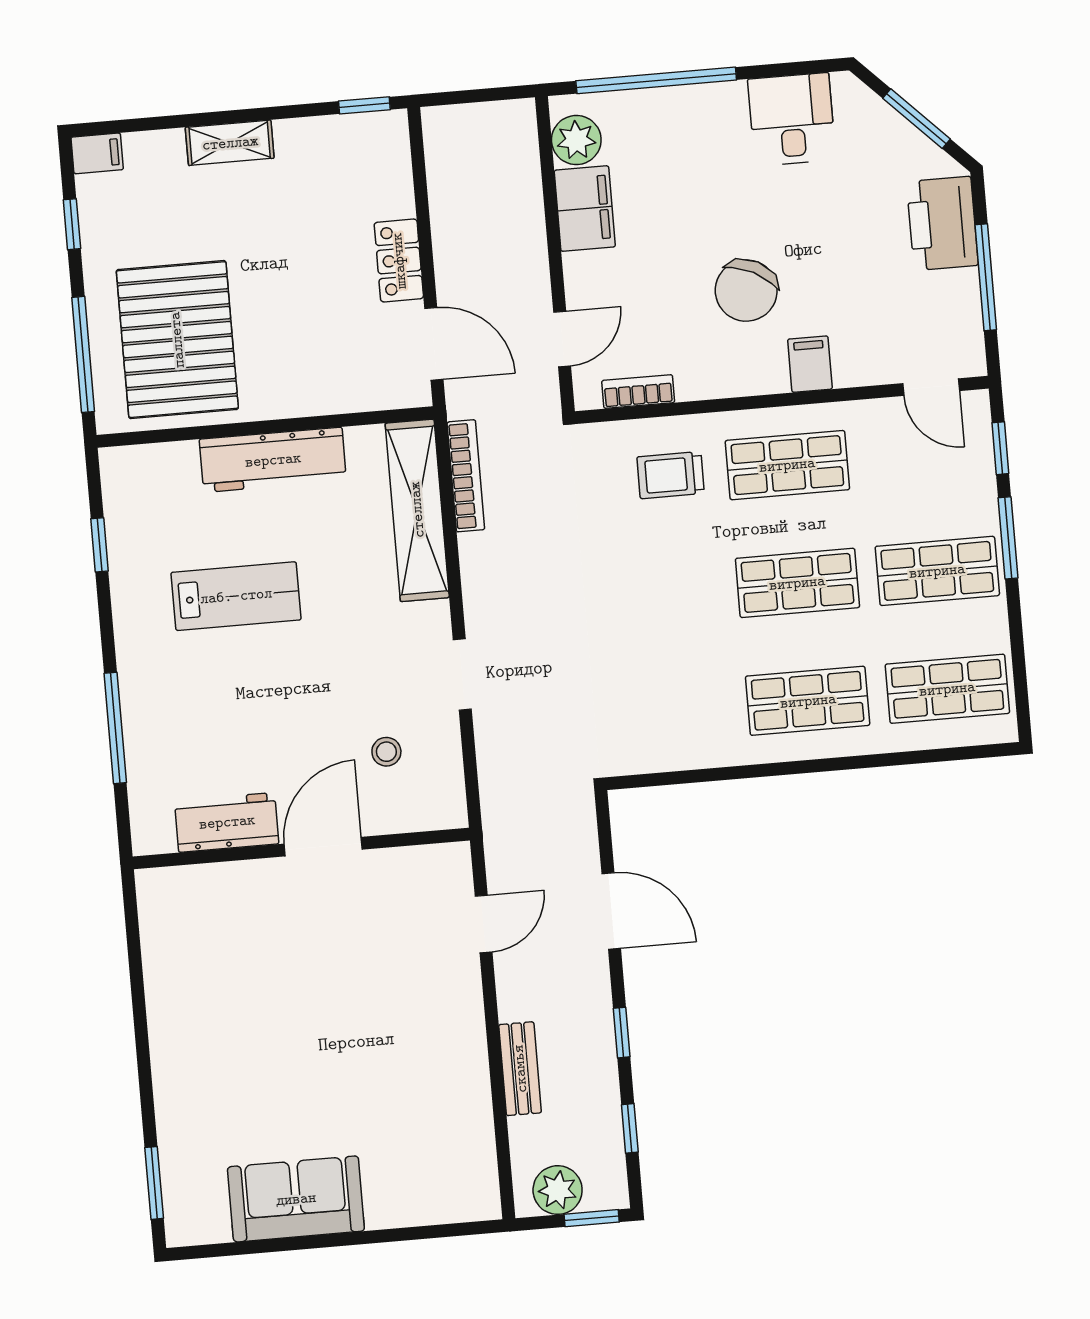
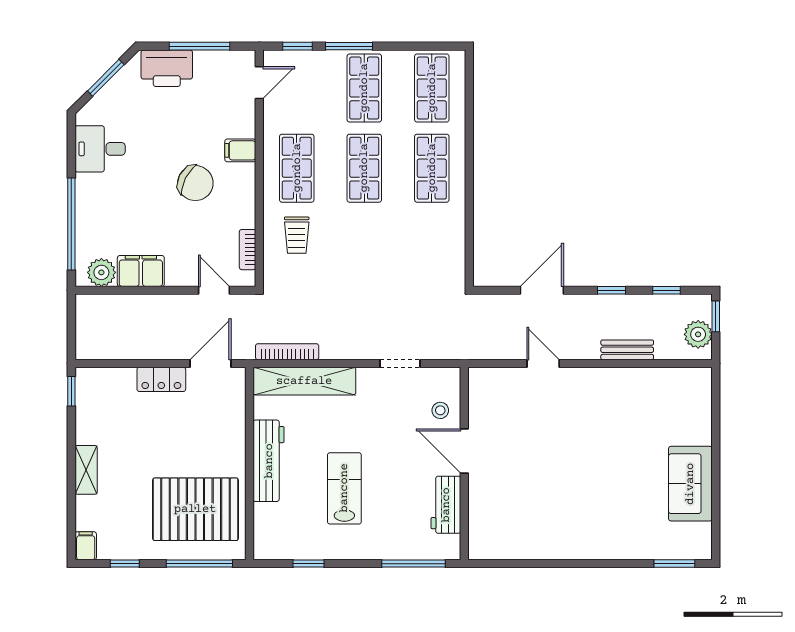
workbench: (227, 822) -> (446, 505), moved
door: (323, 847) -> (464, 451), moved
wall: (301, 848) -> (464, 463), moved

